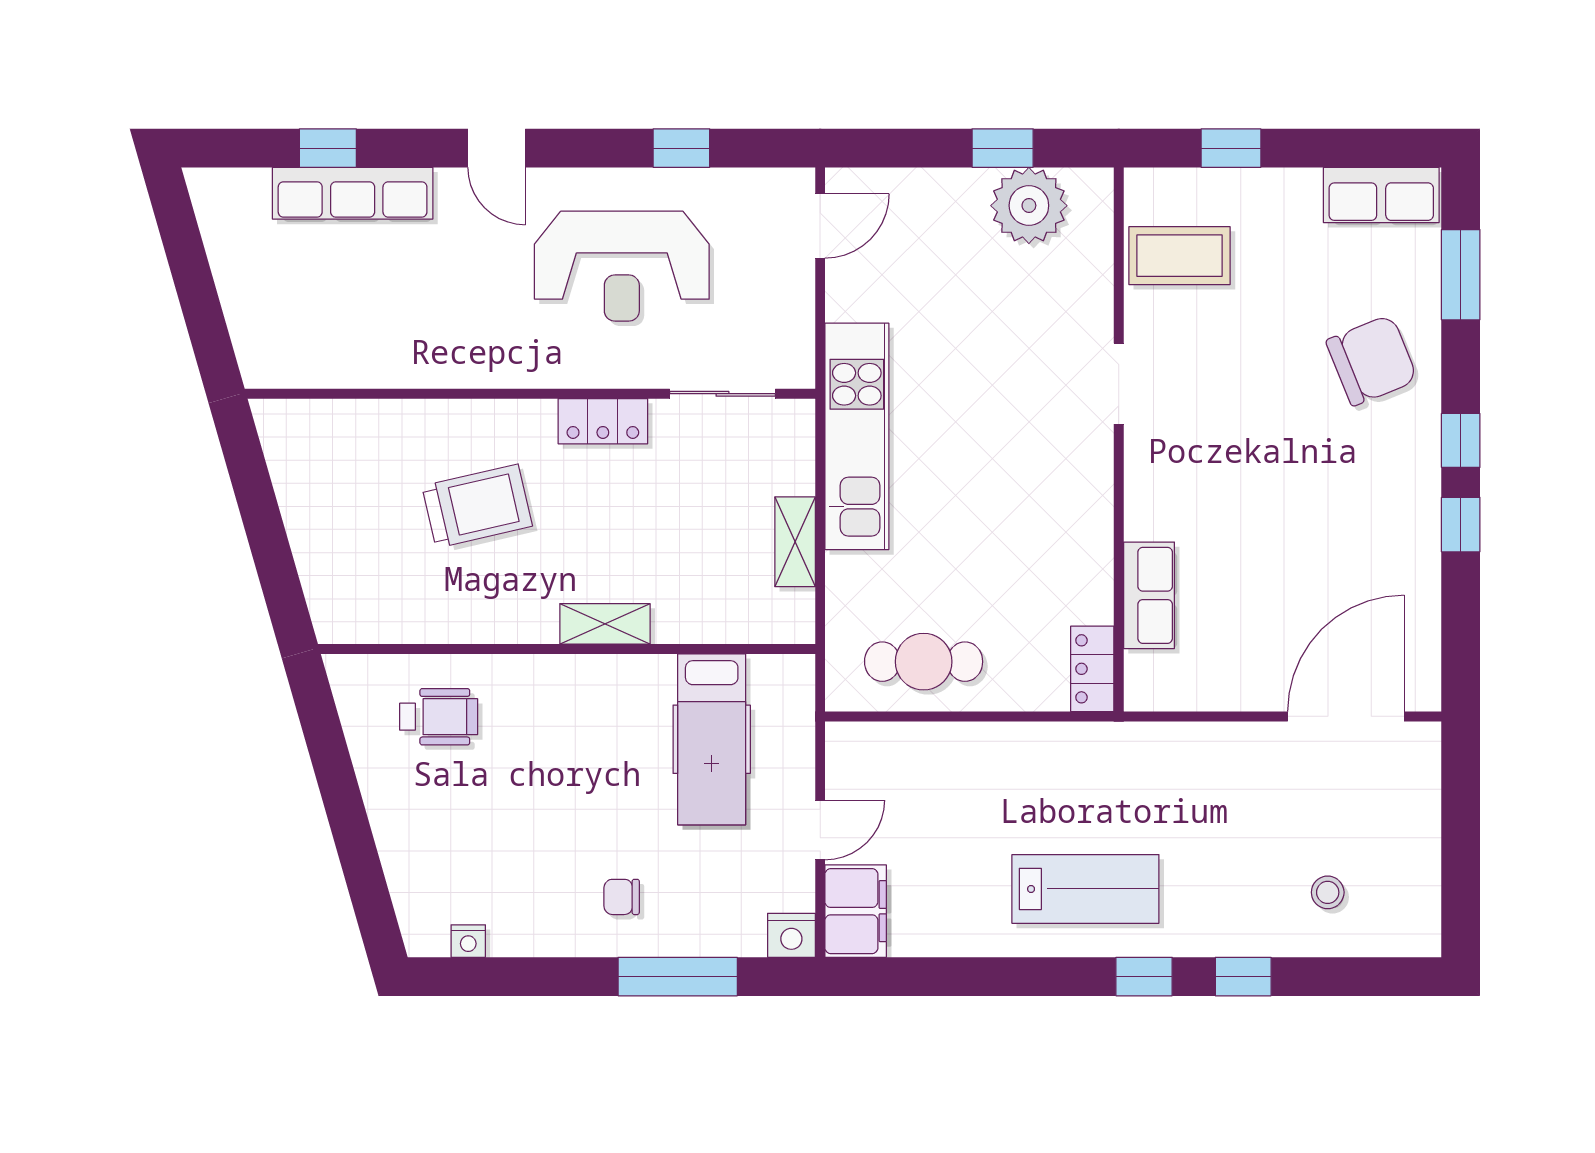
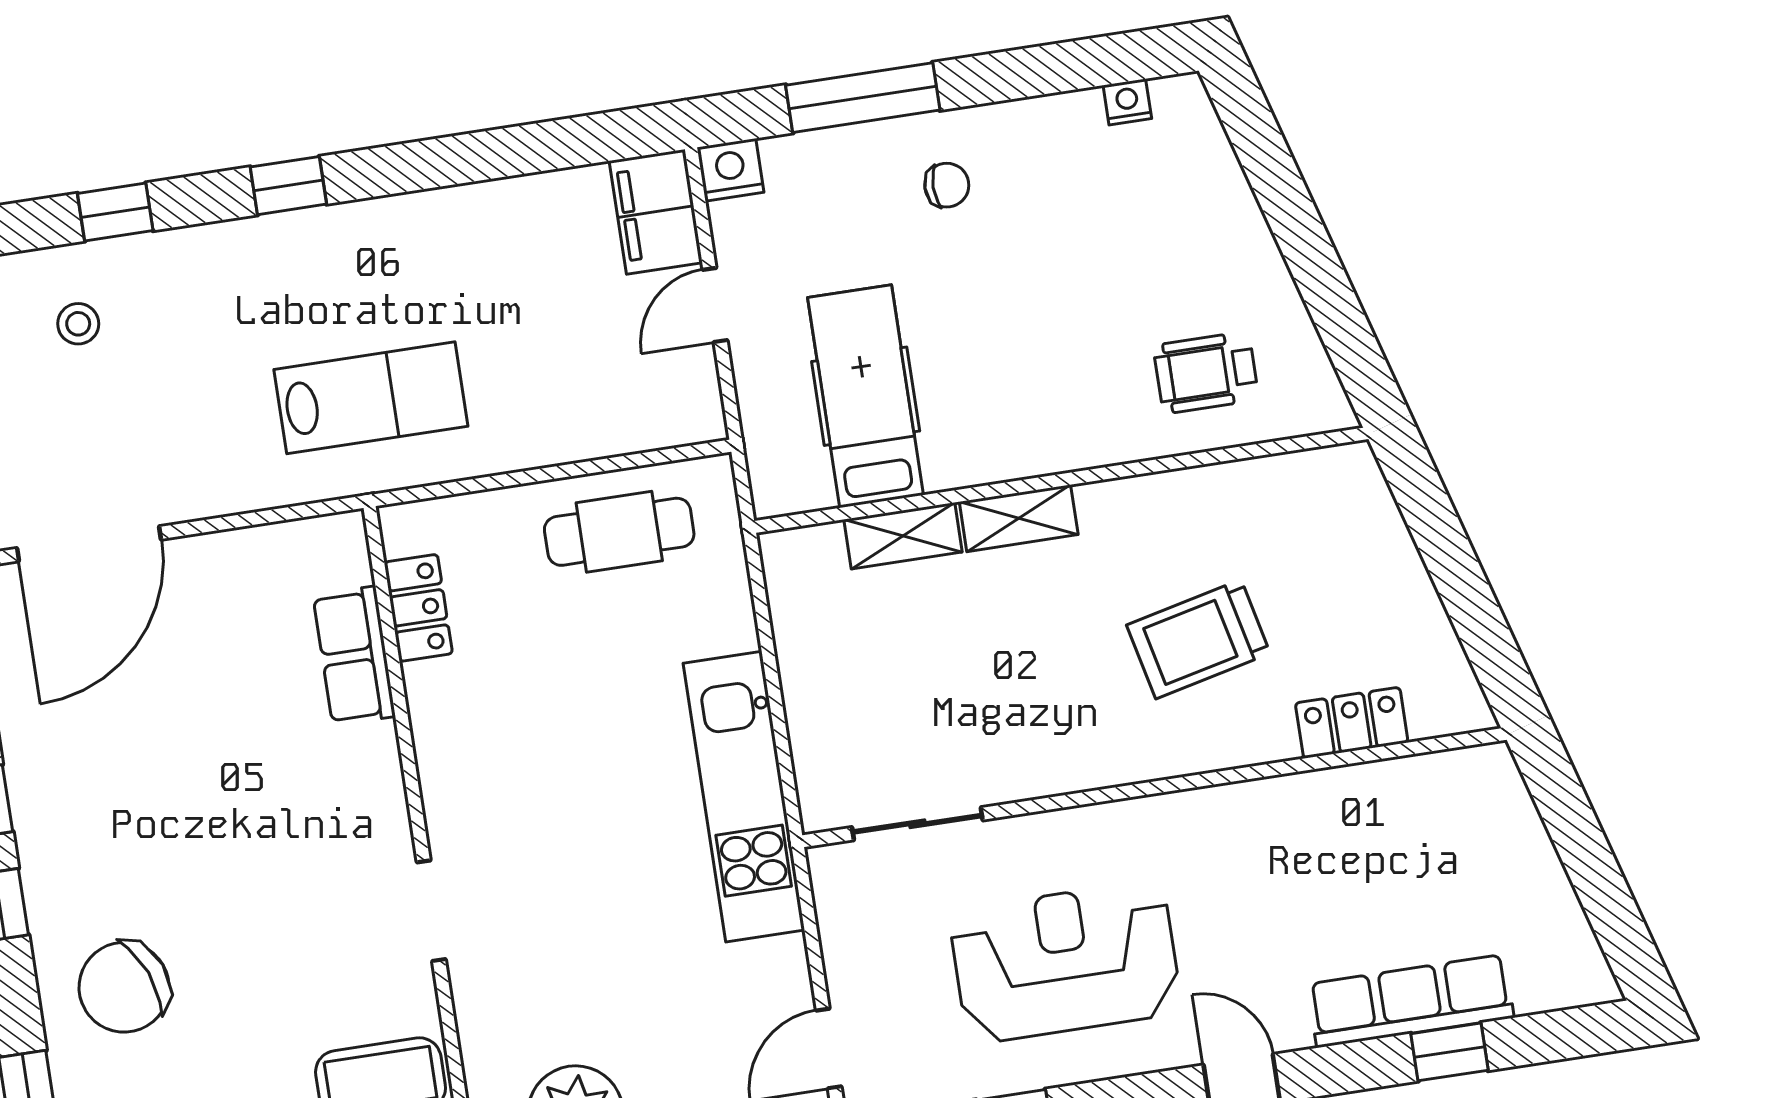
locker: (603, 421) -> (1352, 723), moved
shelving: (795, 542) -> (903, 536), moved, turned 90
locker: (1092, 669) -> (418, 608), moved
lab bench: (1085, 889) -> (371, 398), moved, turned 180
window: (1243, 977) -> (115, 212), moved

